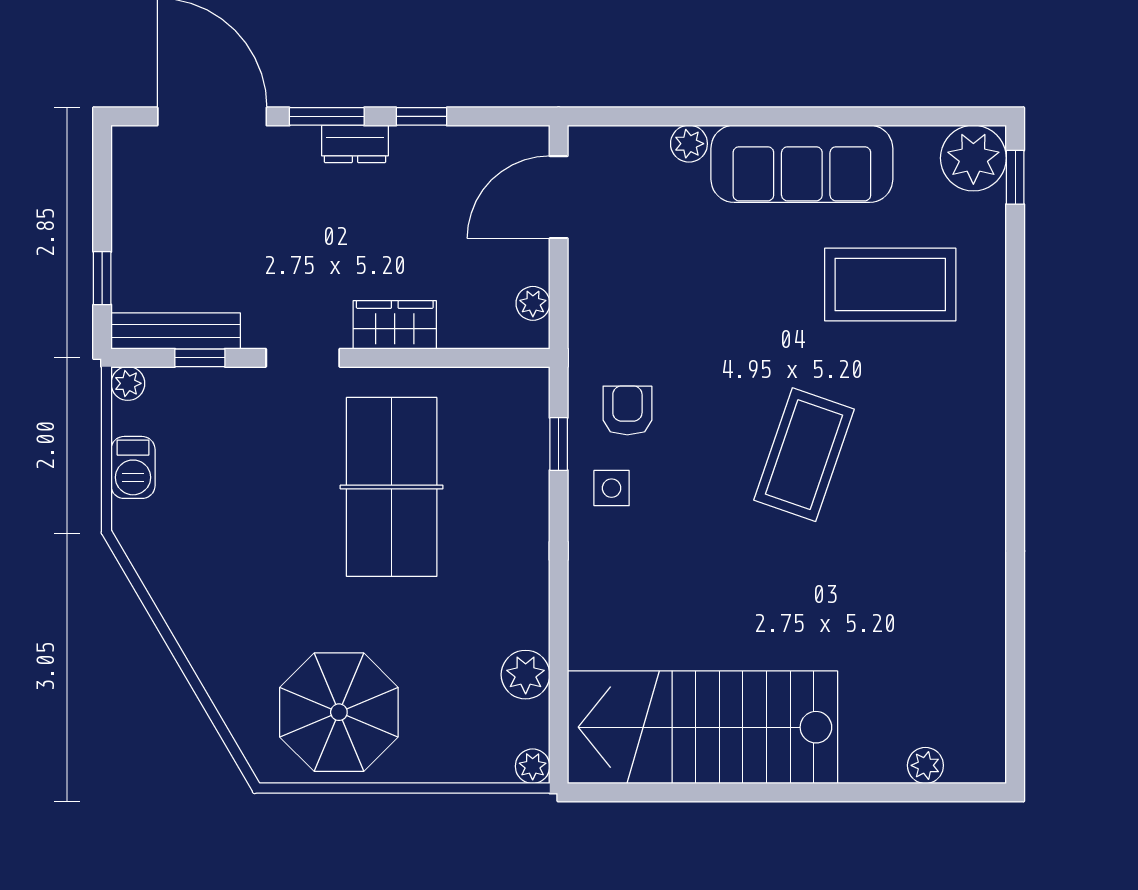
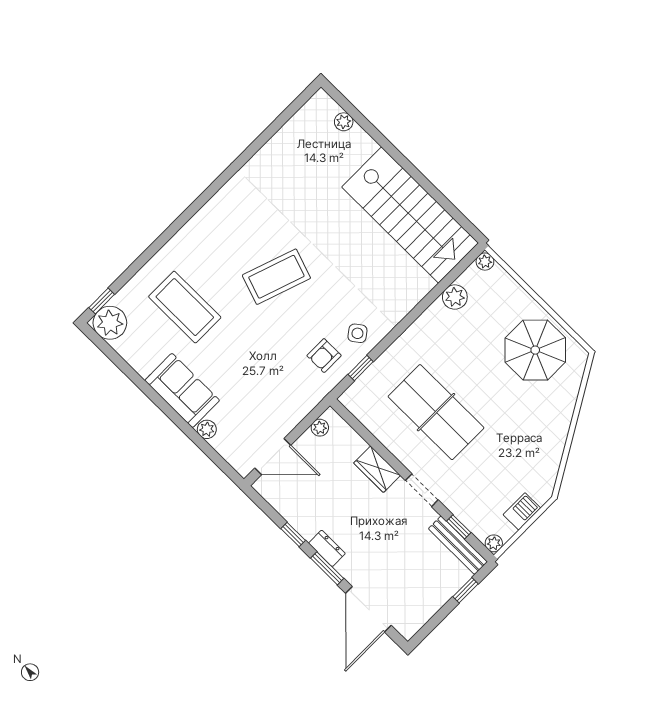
sofa: (802, 164) -> (182, 390), width x0.73
table tennis table: (392, 487) -> (436, 412), turned 90
side table: (612, 488) -> (357, 333), turned -37

